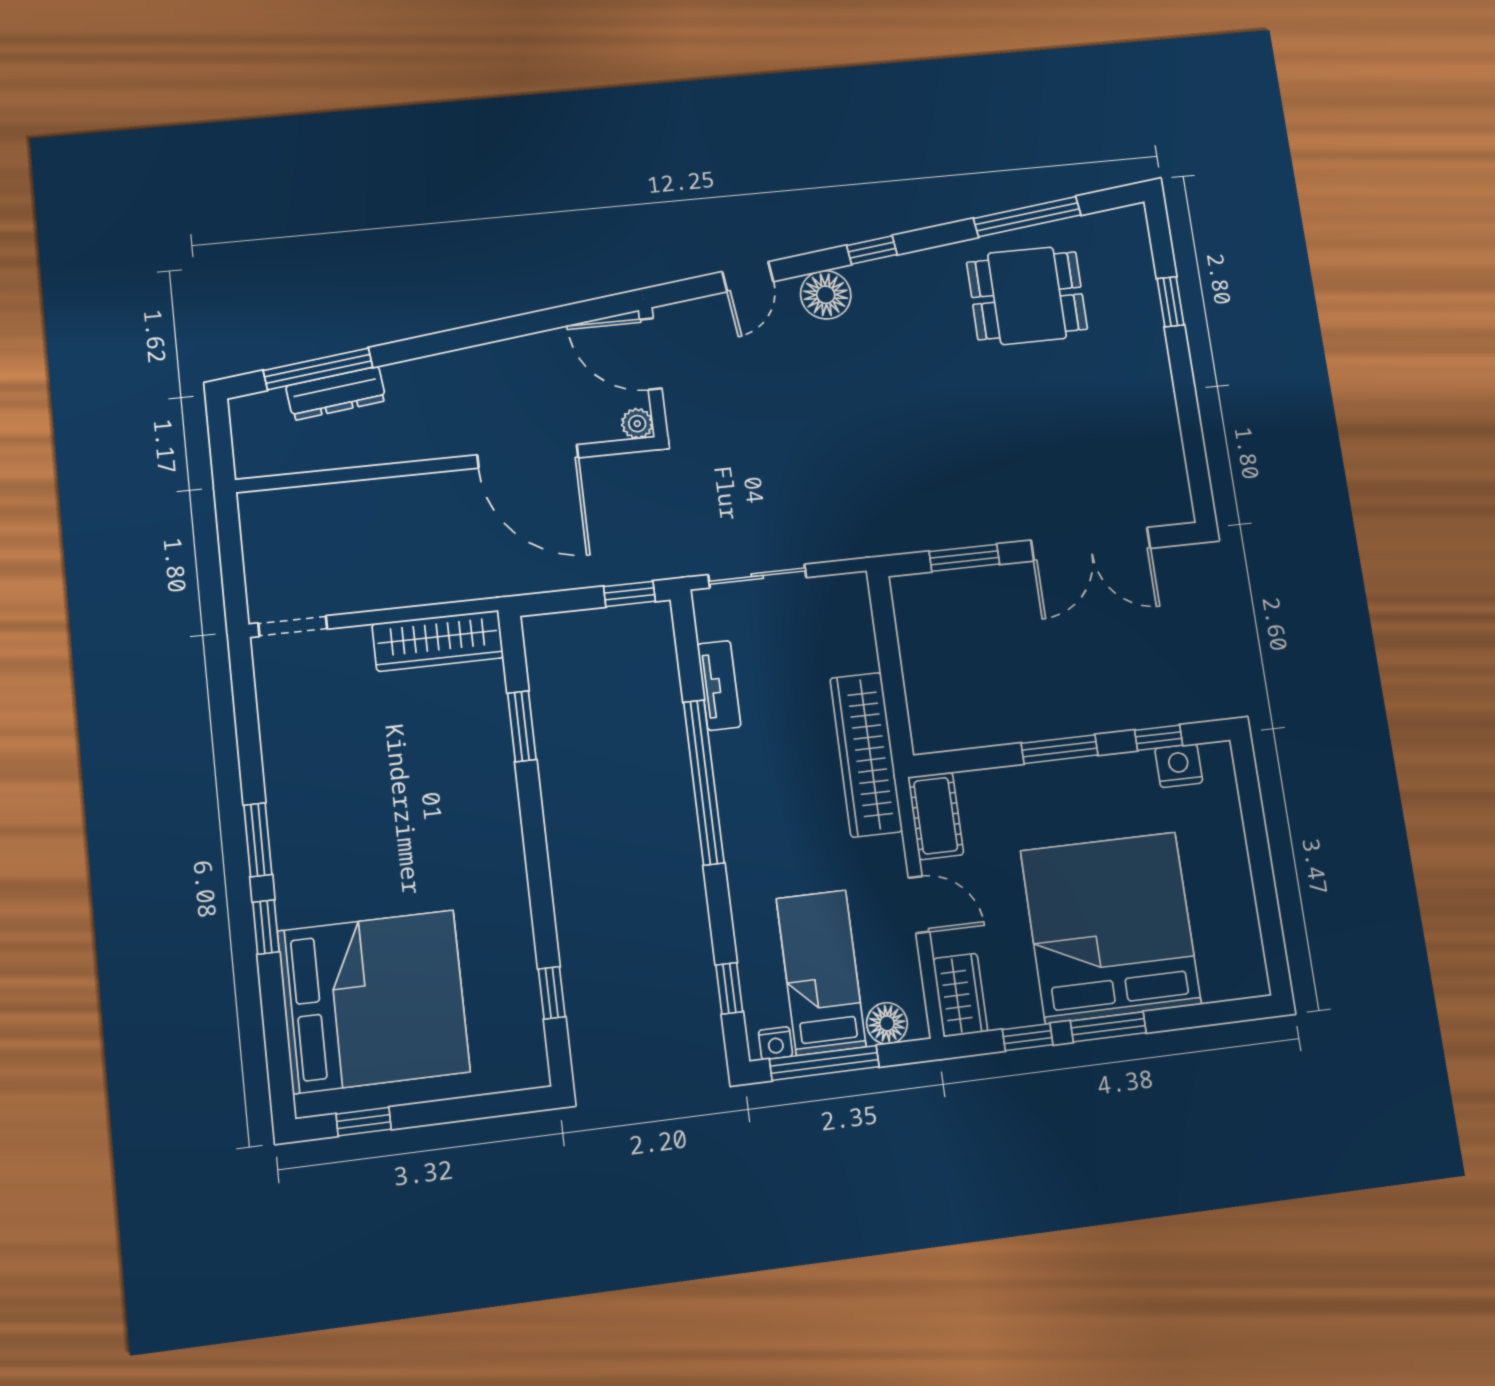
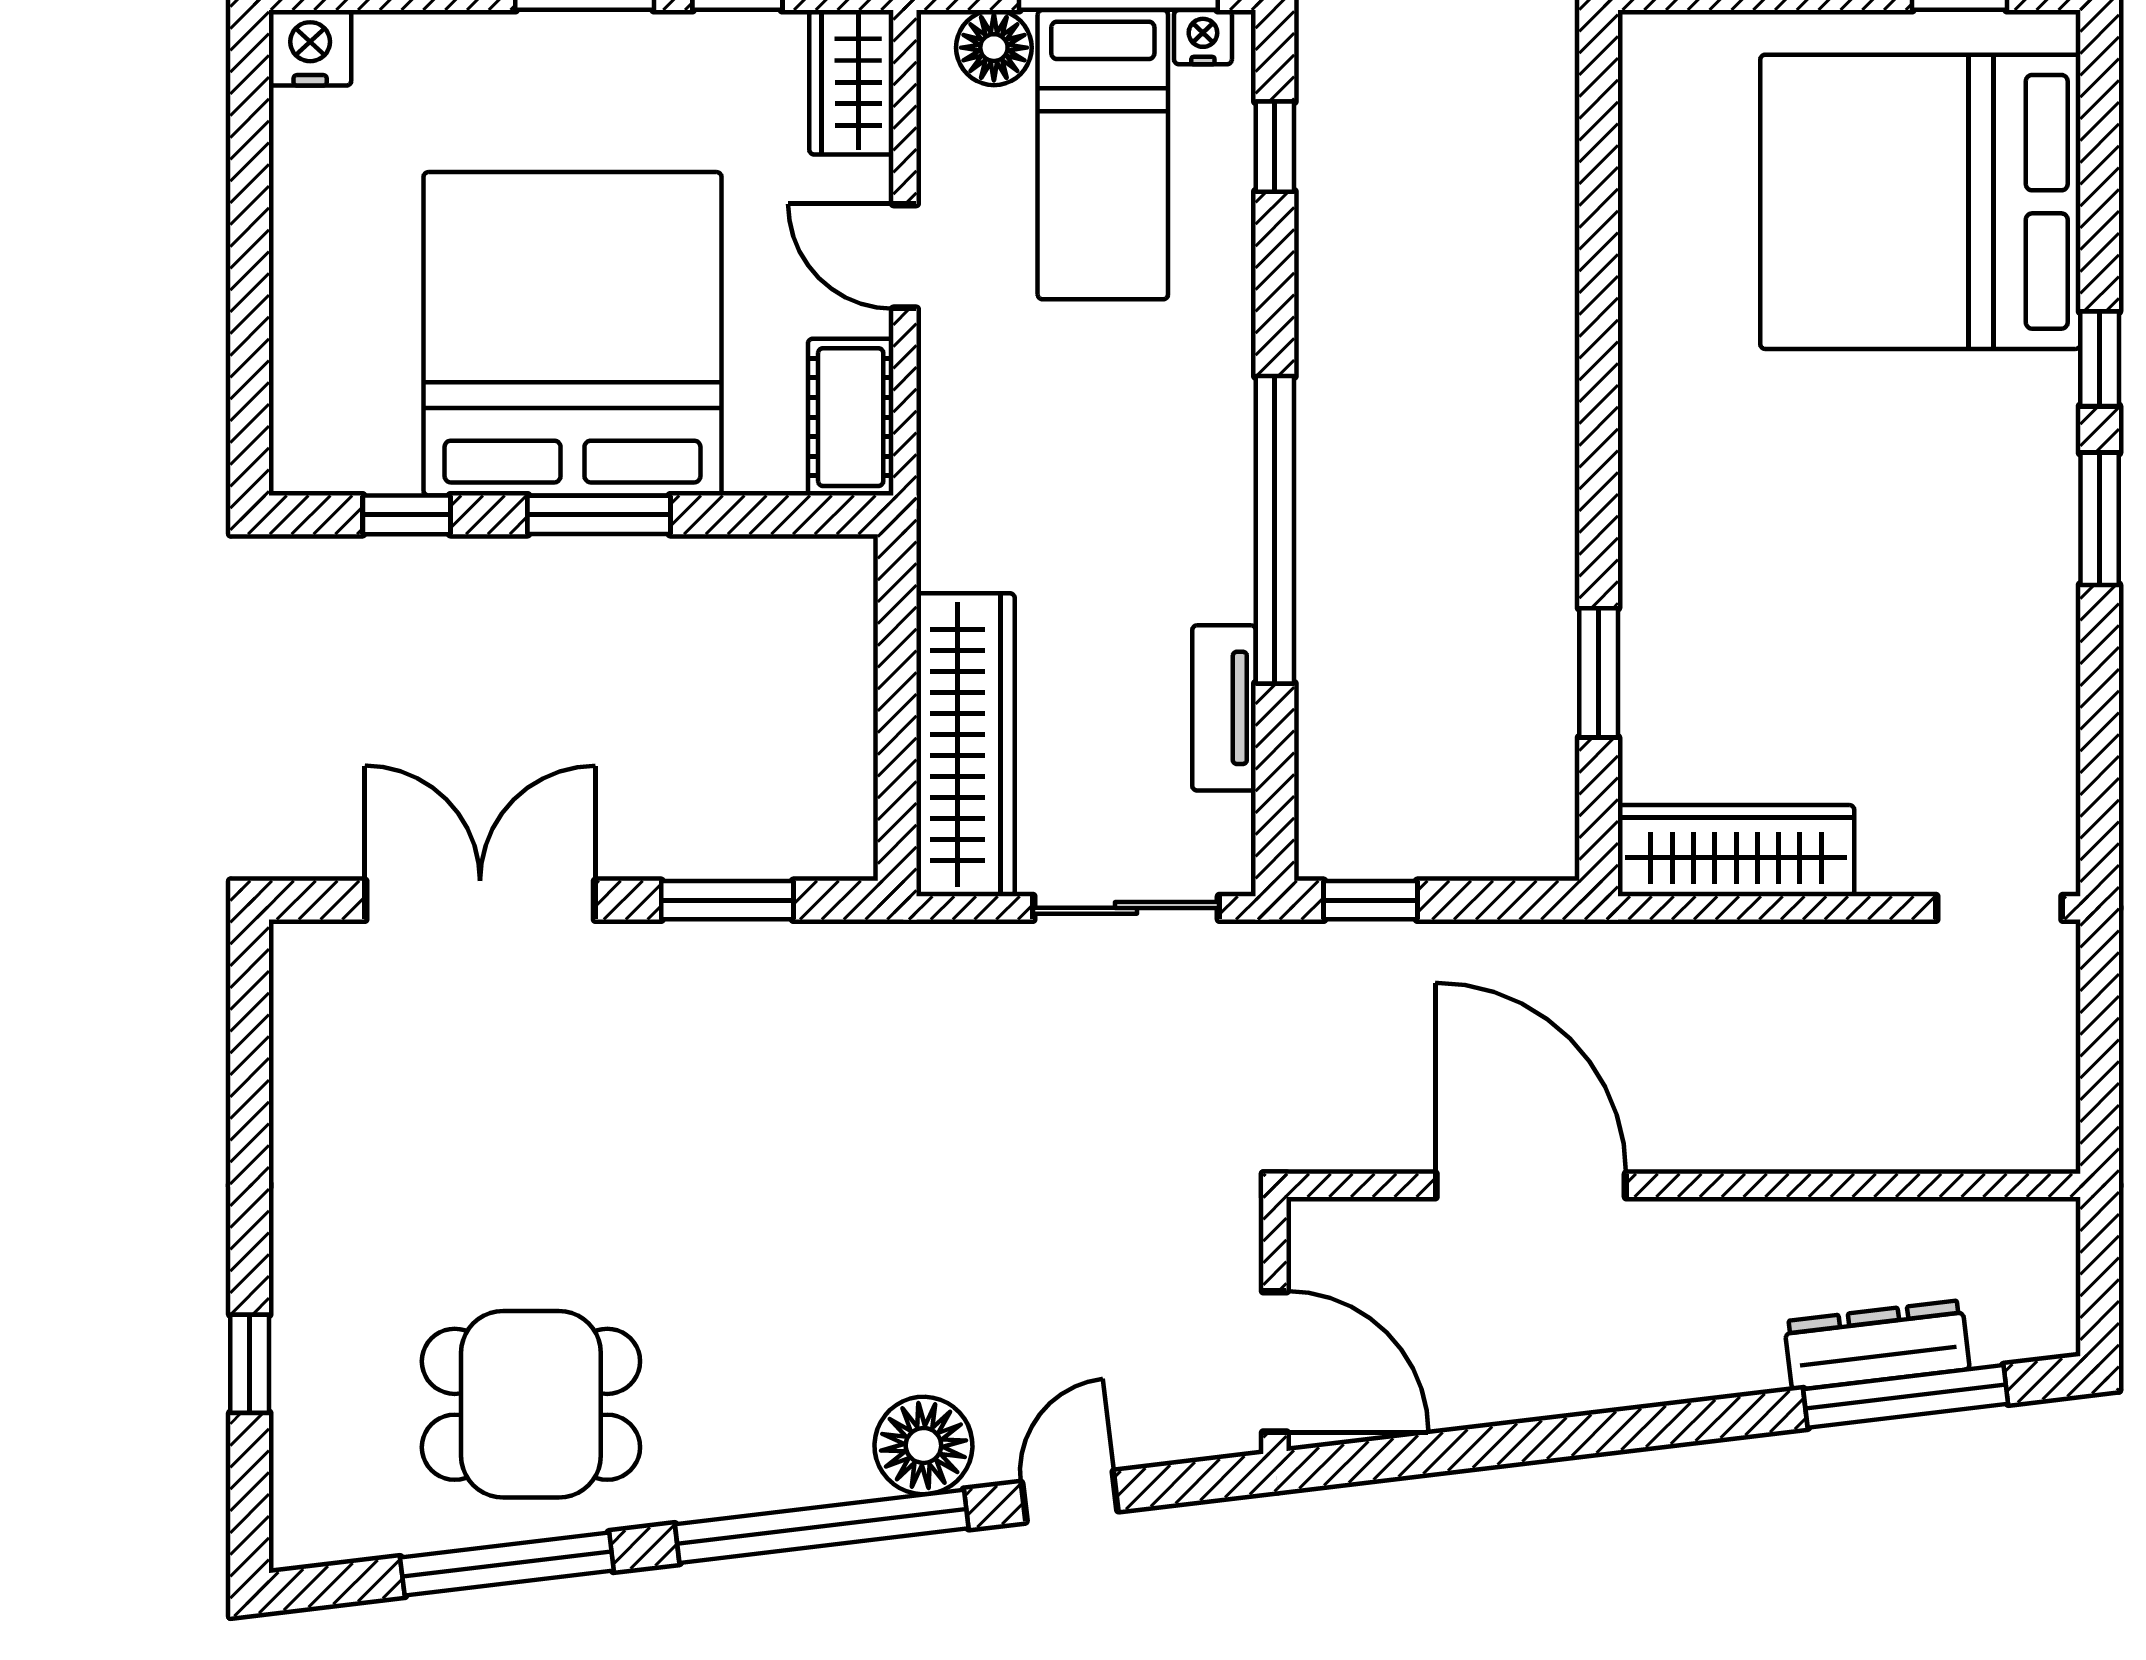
window: (872, 250) -> (822, 1526), width x3.17
plant: (637, 424) -> (1317, 1227), removed
wardrobe: (866, 755) -> (966, 745), moved
nightstand: (1179, 766) -> (310, 48), moved, turned 180
bed: (1111, 927) -> (573, 334), moved, turned 180
window: (552, 993) -> (1599, 178), removed

